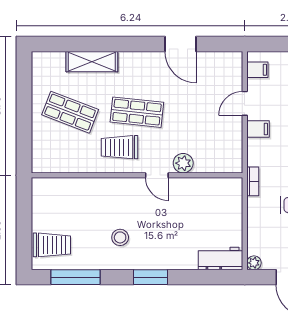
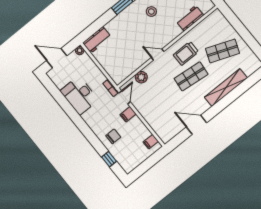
shelving: (92, 62) -> (226, 88), width x1.47
door: (245, 103) -> (125, 97), moved
trolley: (119, 147) -> (186, 53), turned 180
plant: (183, 163) -> (141, 77), moved
workbench: (78, 188) -> (190, 18), added

